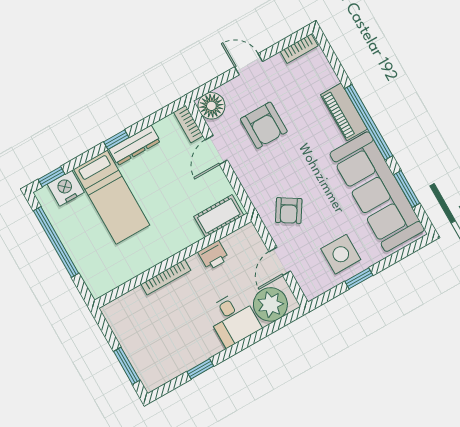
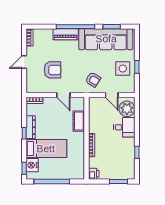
floor lamp: (211, 106) -> (32, 87), removed
door: (216, 150) -> (63, 95), moved
cot: (219, 216) -> (79, 121), moved
printer: (213, 255) -> (94, 174), moved

